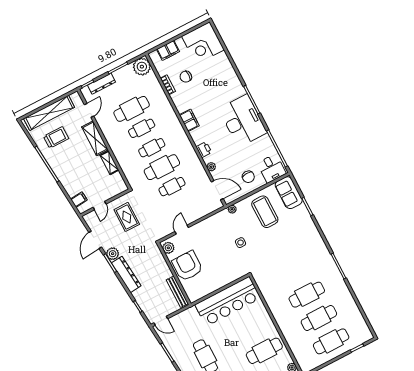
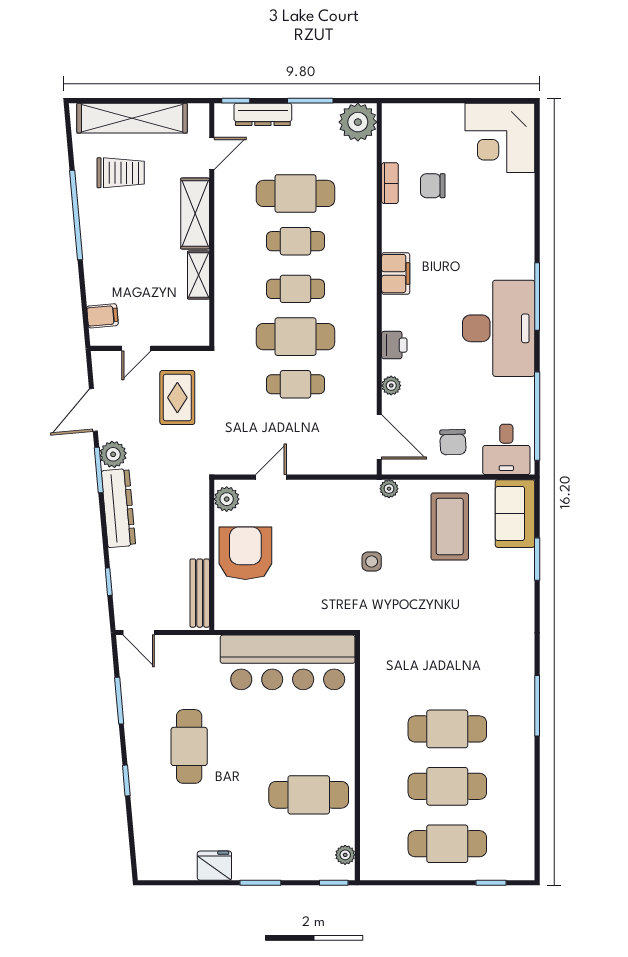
filing cabinet: (168, 50) -> (425, 117), removed

